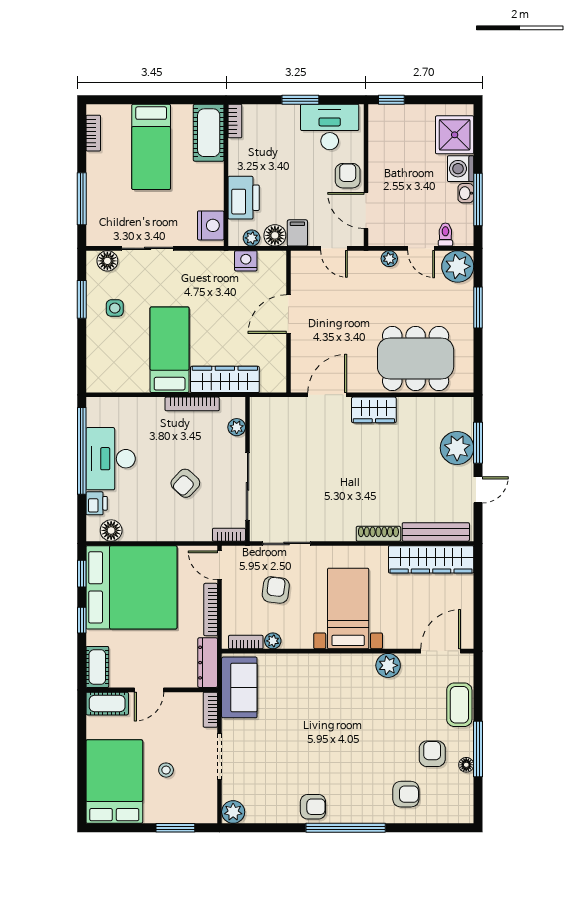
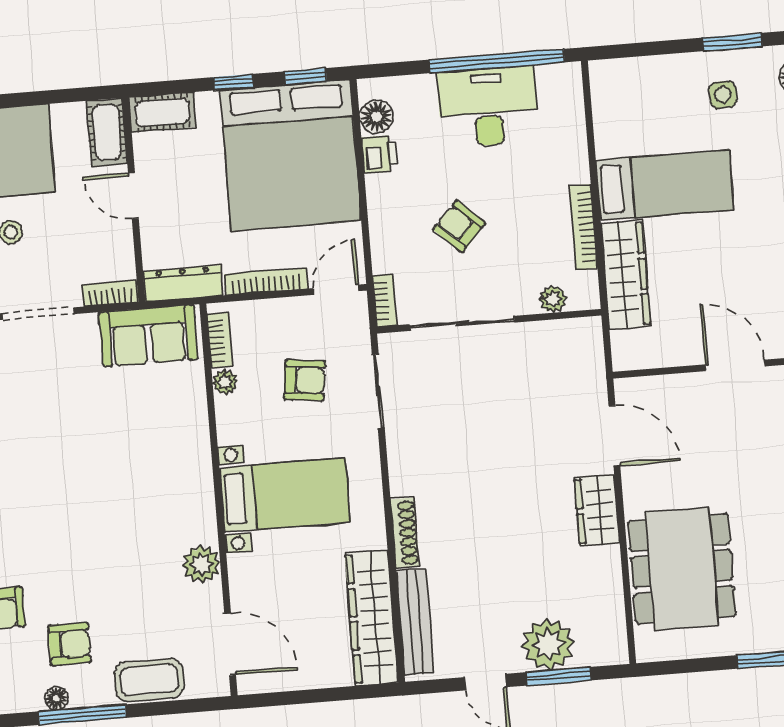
printer: (97, 503) -> (379, 154), moved, turned -90

